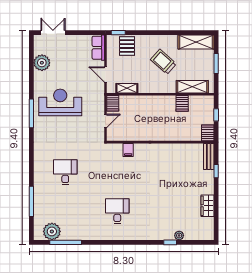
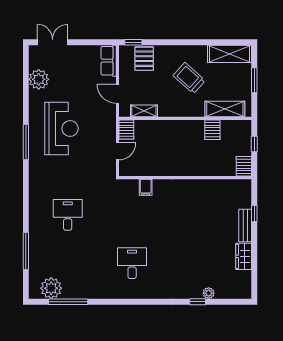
reception desk: (60, 102) -> (61, 128), turned 90
bench: (209, 156) -> (245, 226), moved

